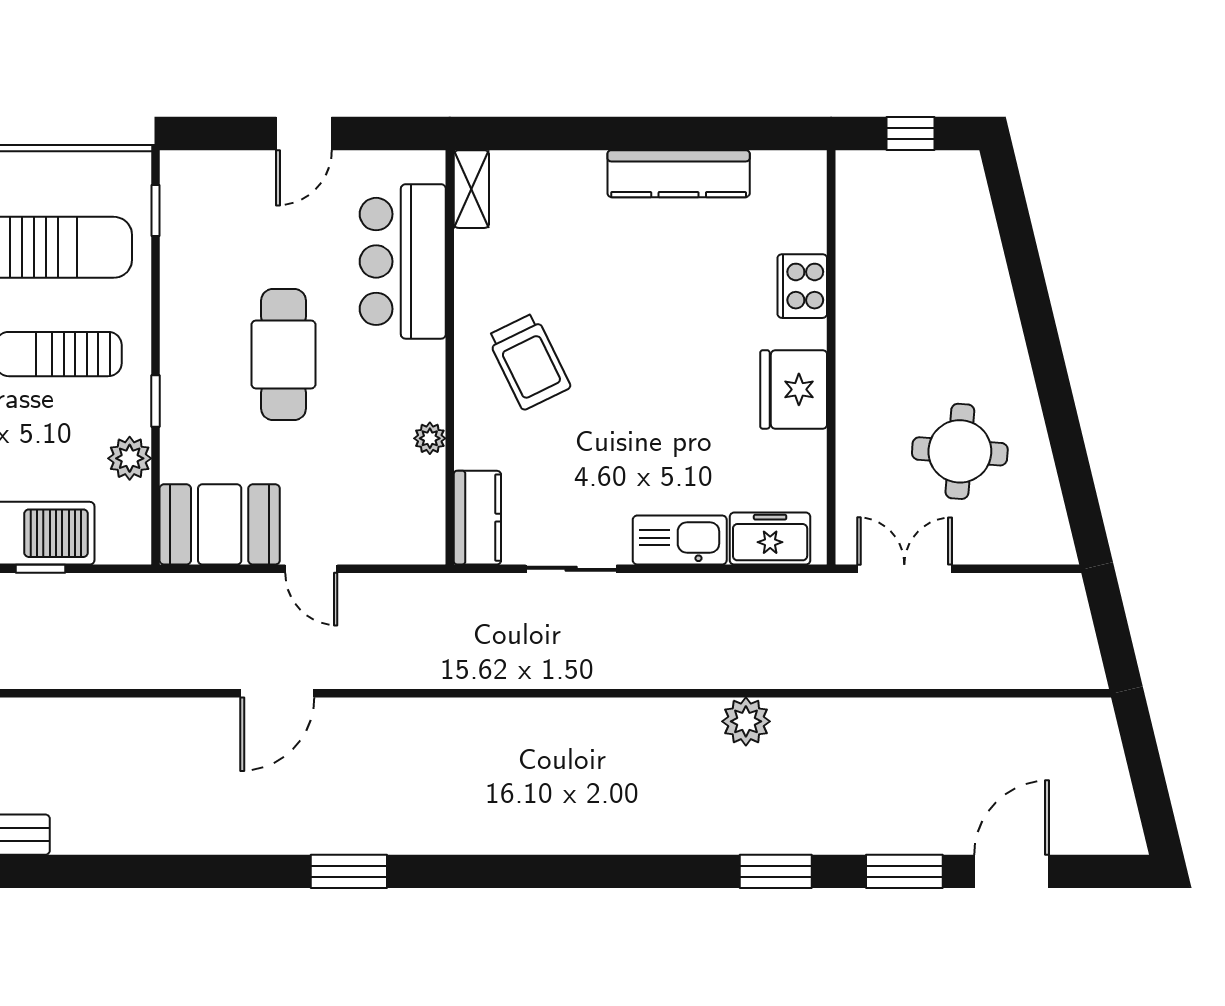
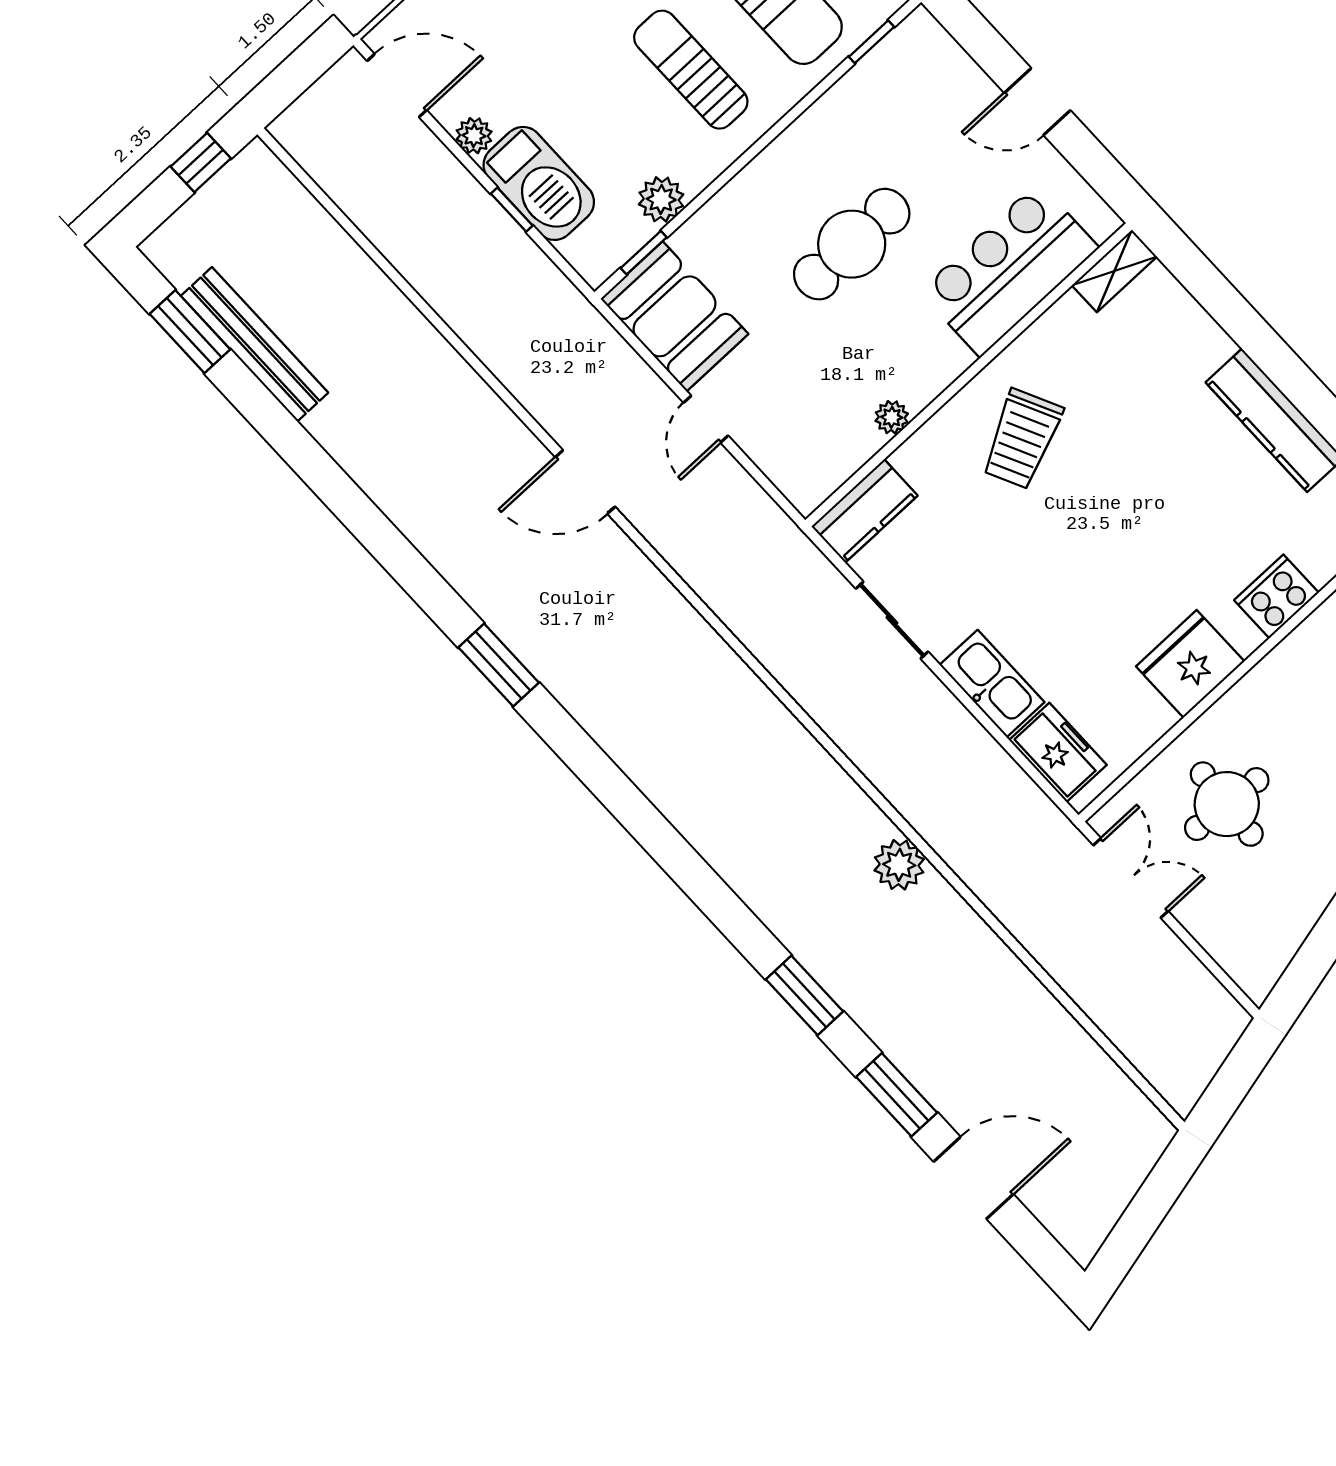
window: (155, 401) -> (644, 253), moved
round table: (960, 451) -> (1227, 804), moved

